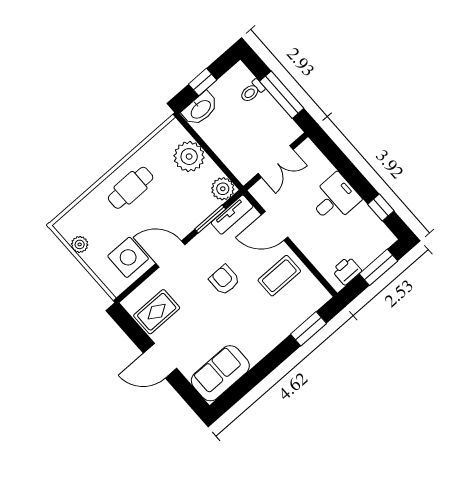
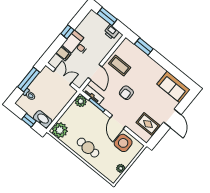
plant: (189, 157) -> (60, 130), moved
filing cabinet: (321, 170) -> (63, 53), added
window: (381, 208) -> (67, 32), moved

